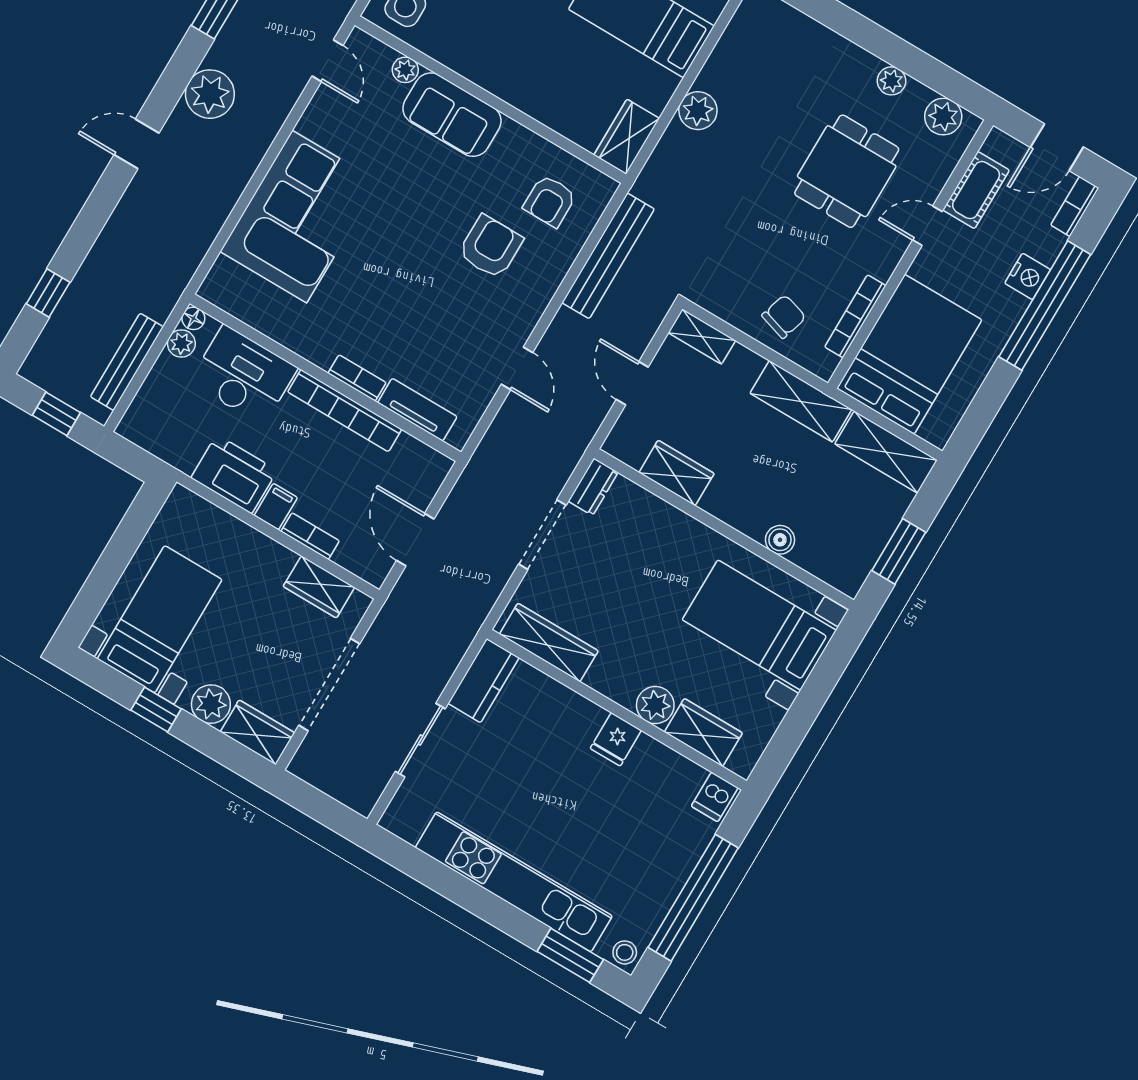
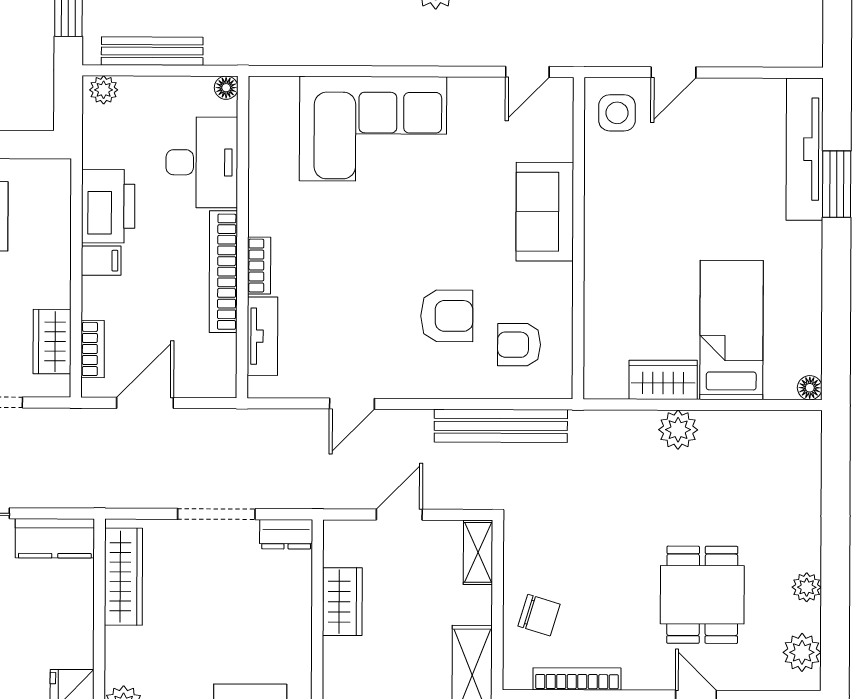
plant: (405, 70) -> (560, 146), removed
wardrobe: (627, 137) -> (663, 380), moved
dining table: (847, 171) -> (702, 595), turned 90
plant: (181, 343) -> (104, 90), moved
bookcase: (310, 536) -> (93, 349), moved

